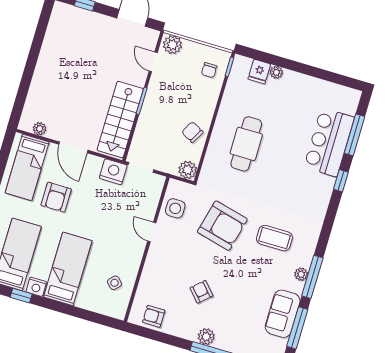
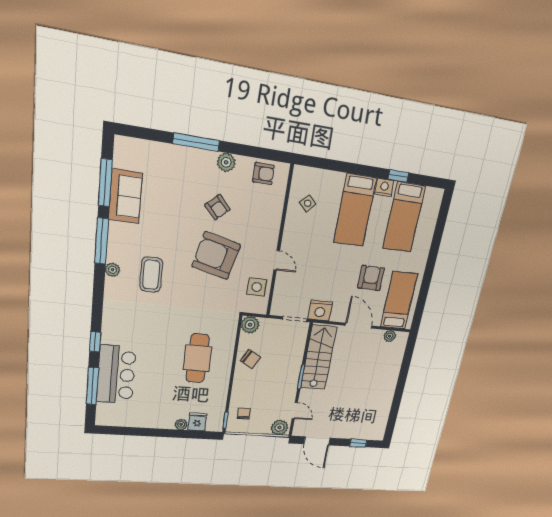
armchair: (222, 226) -> (216, 256), moved
coffee table: (274, 238) -> (151, 275), turned 90
plant: (301, 274) -> (113, 270), moved
plant: (206, 337) -> (226, 162), moved

